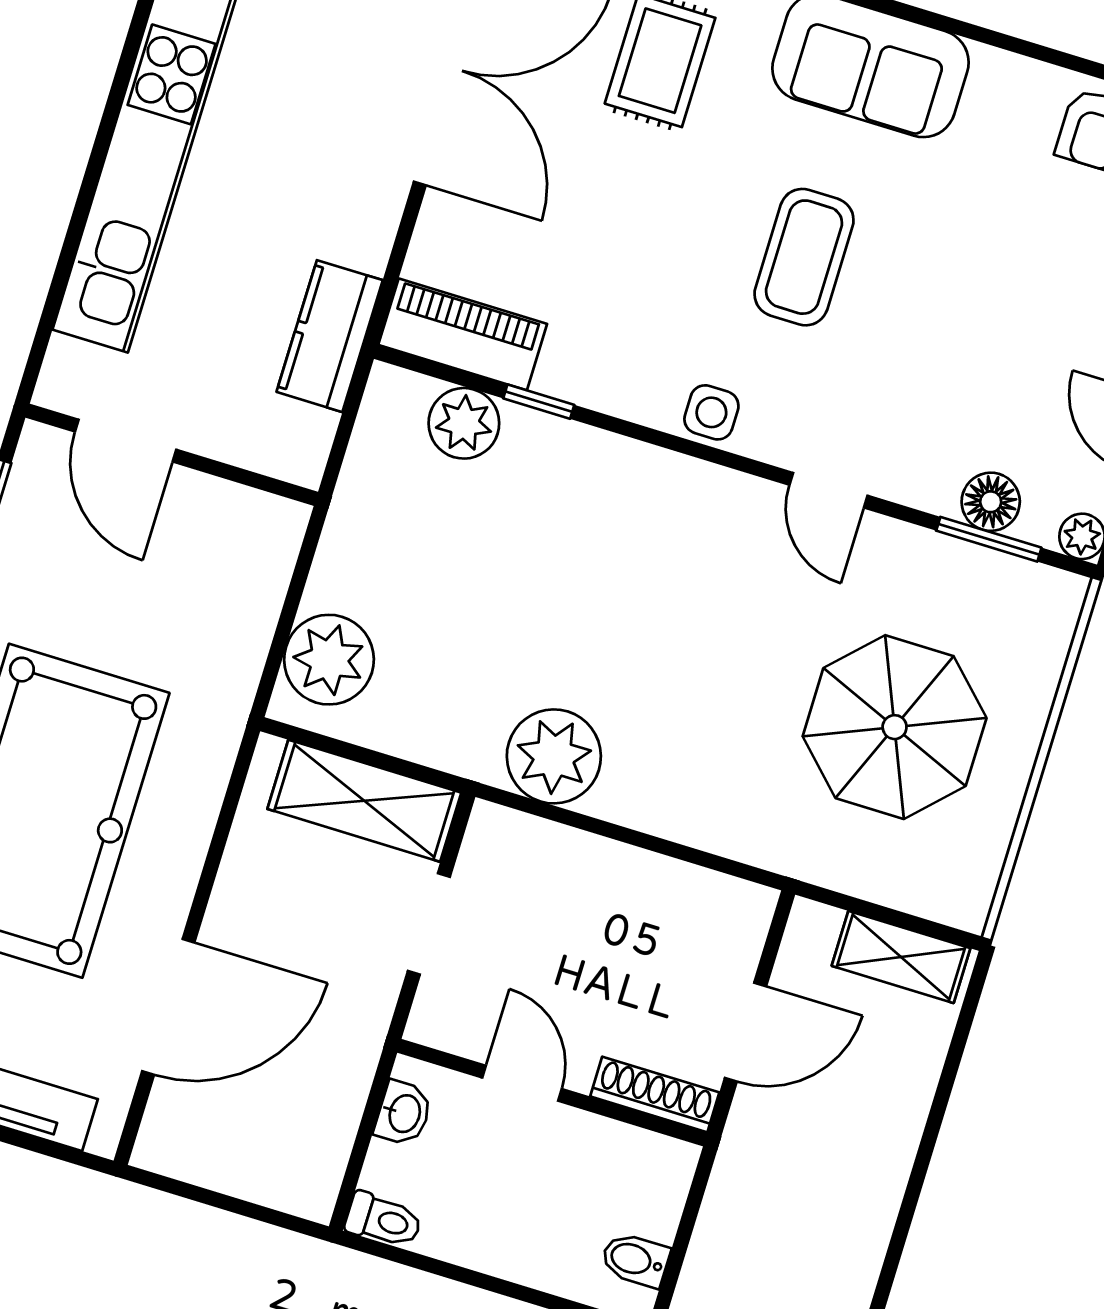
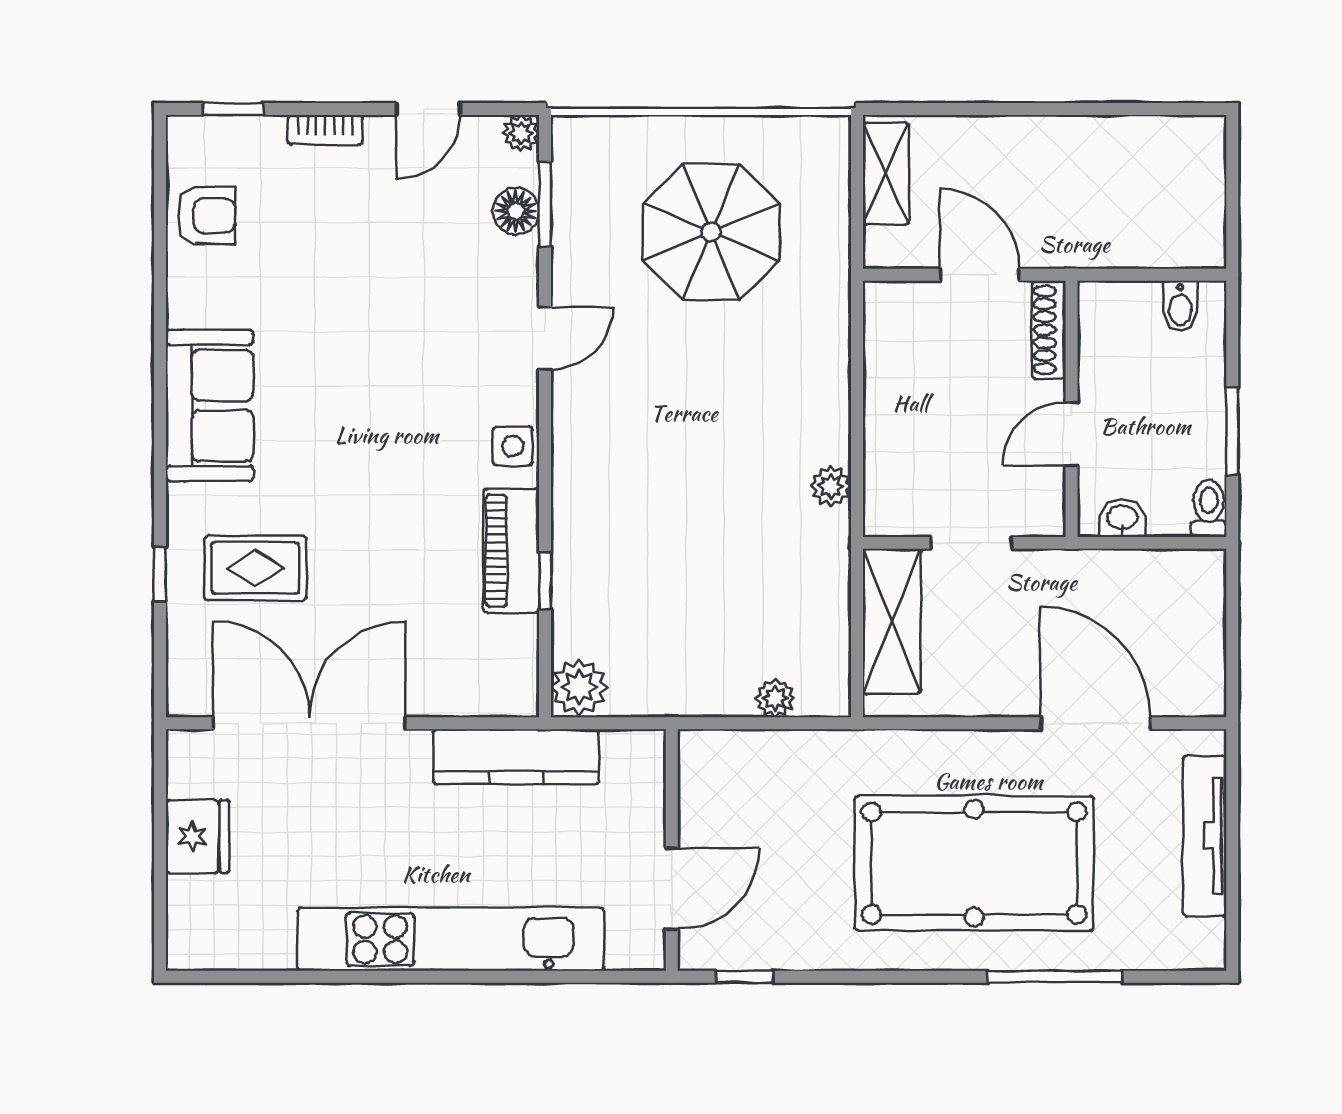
coffee table: (804, 257) -> (372, 412), removed
piano: (463, 334) -> (511, 551), moved
kitchen counter: (330, 336) -> (516, 757), width x1.50
plant: (464, 423) -> (579, 687), moved
plant: (329, 660) -> (775, 698), width x0.53, depth x0.53
plant: (554, 756) -> (831, 486), width x0.53, depth x0.53
window: (467, 1276) -> (1232, 431), added

